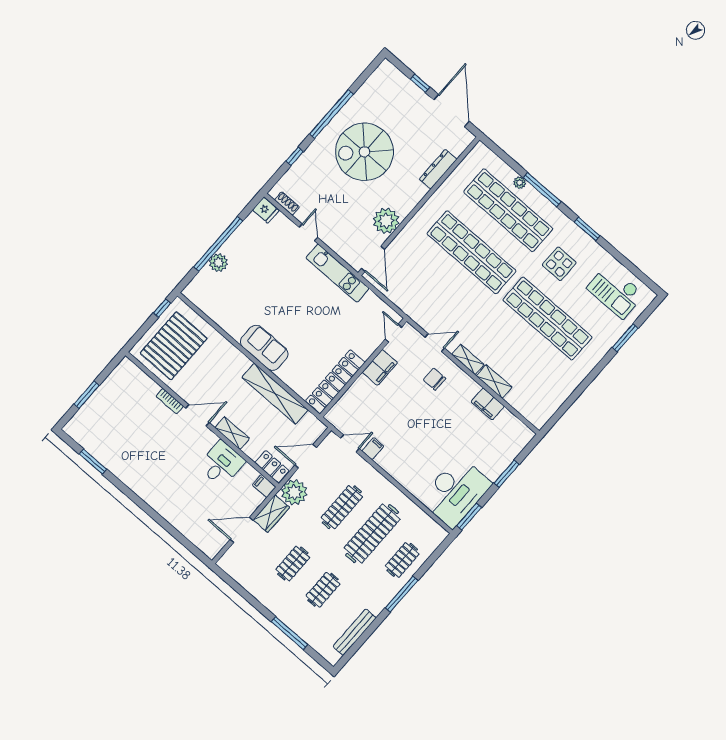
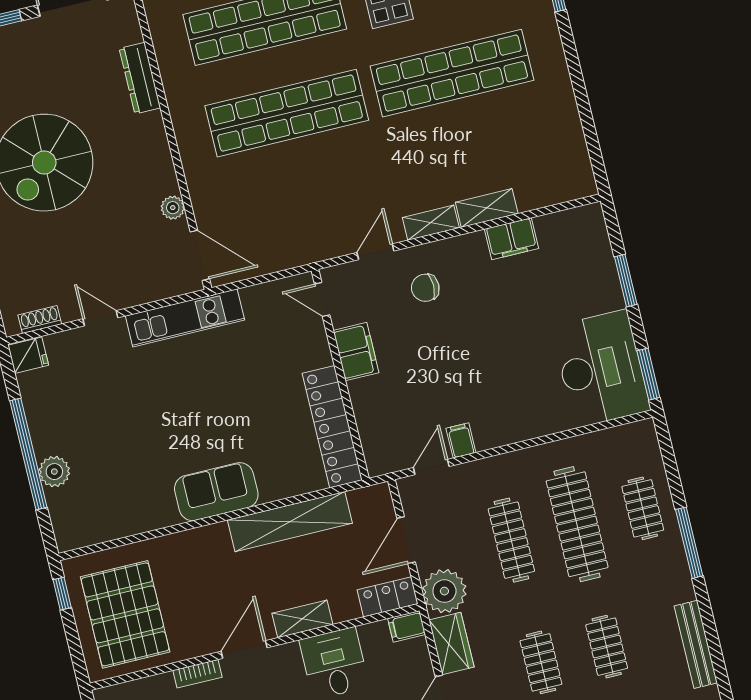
plant: (386, 221) -> (173, 208), width x0.53, depth x0.53

